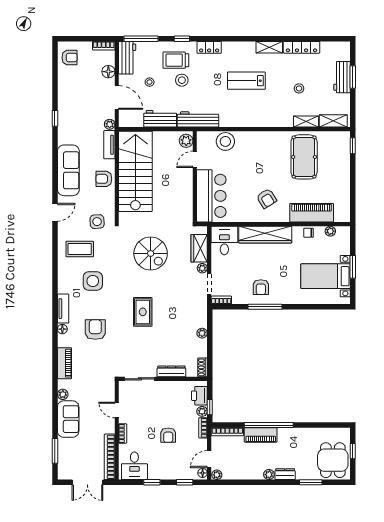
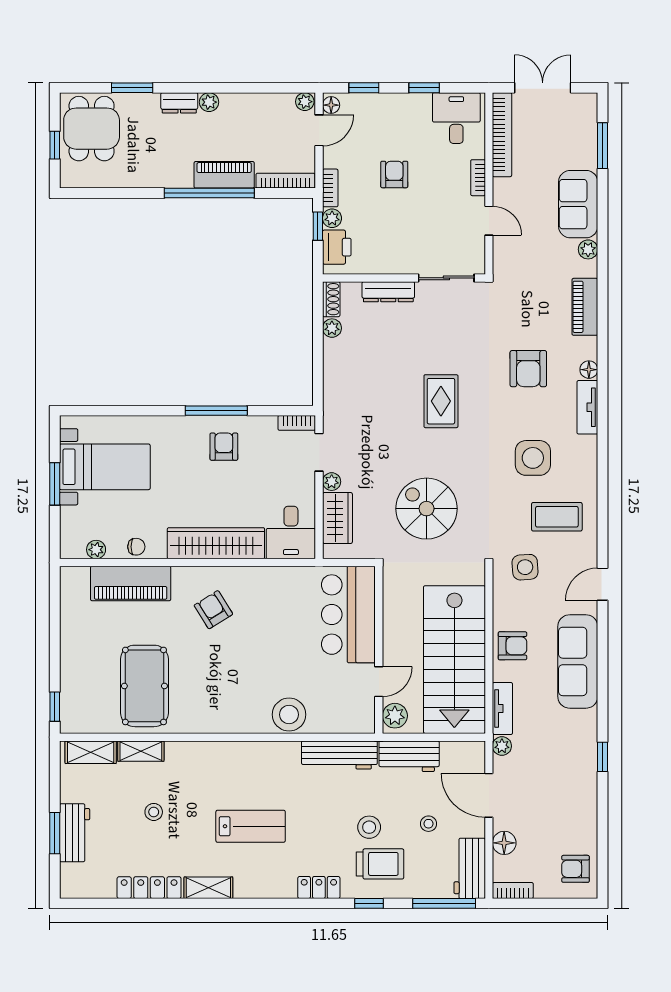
plant: (186, 141) -> (395, 716), moved
door: (195, 159) -> (379, 682), moved
wall: (195, 177) -> (379, 650), moved
bar counter: (211, 196) -> (348, 615), moved
plant: (202, 333) -> (332, 328), moved

